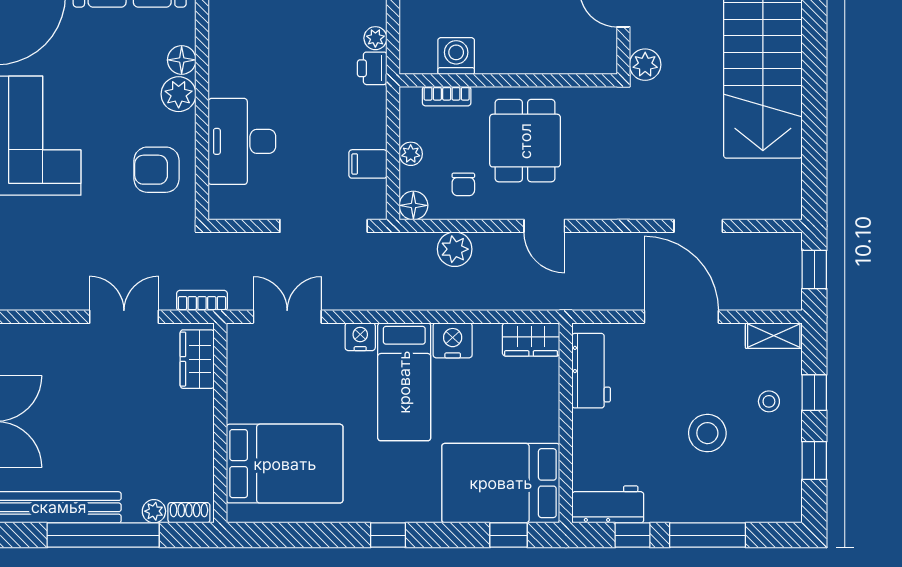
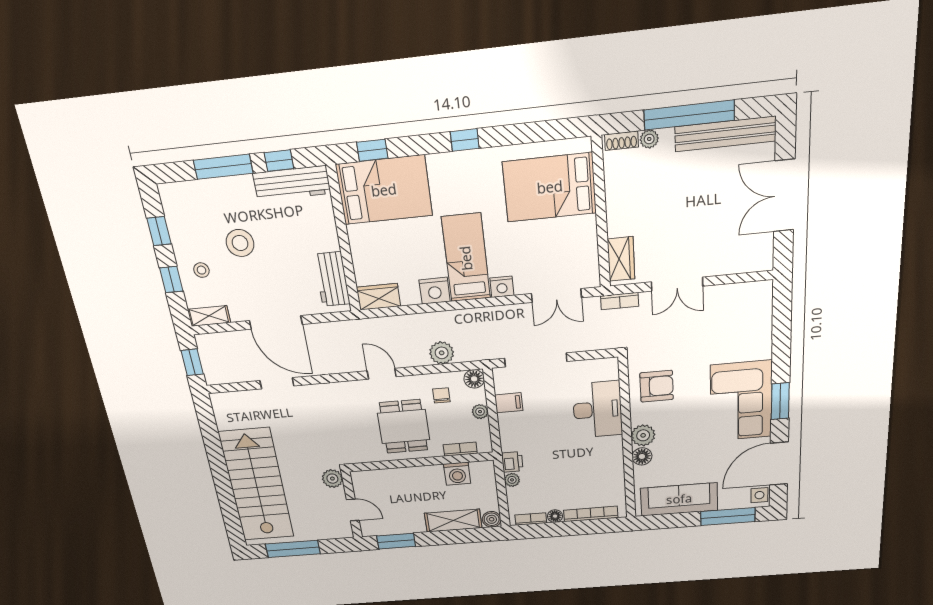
workbench: (608, 504) -> (292, 183), width x1.37

